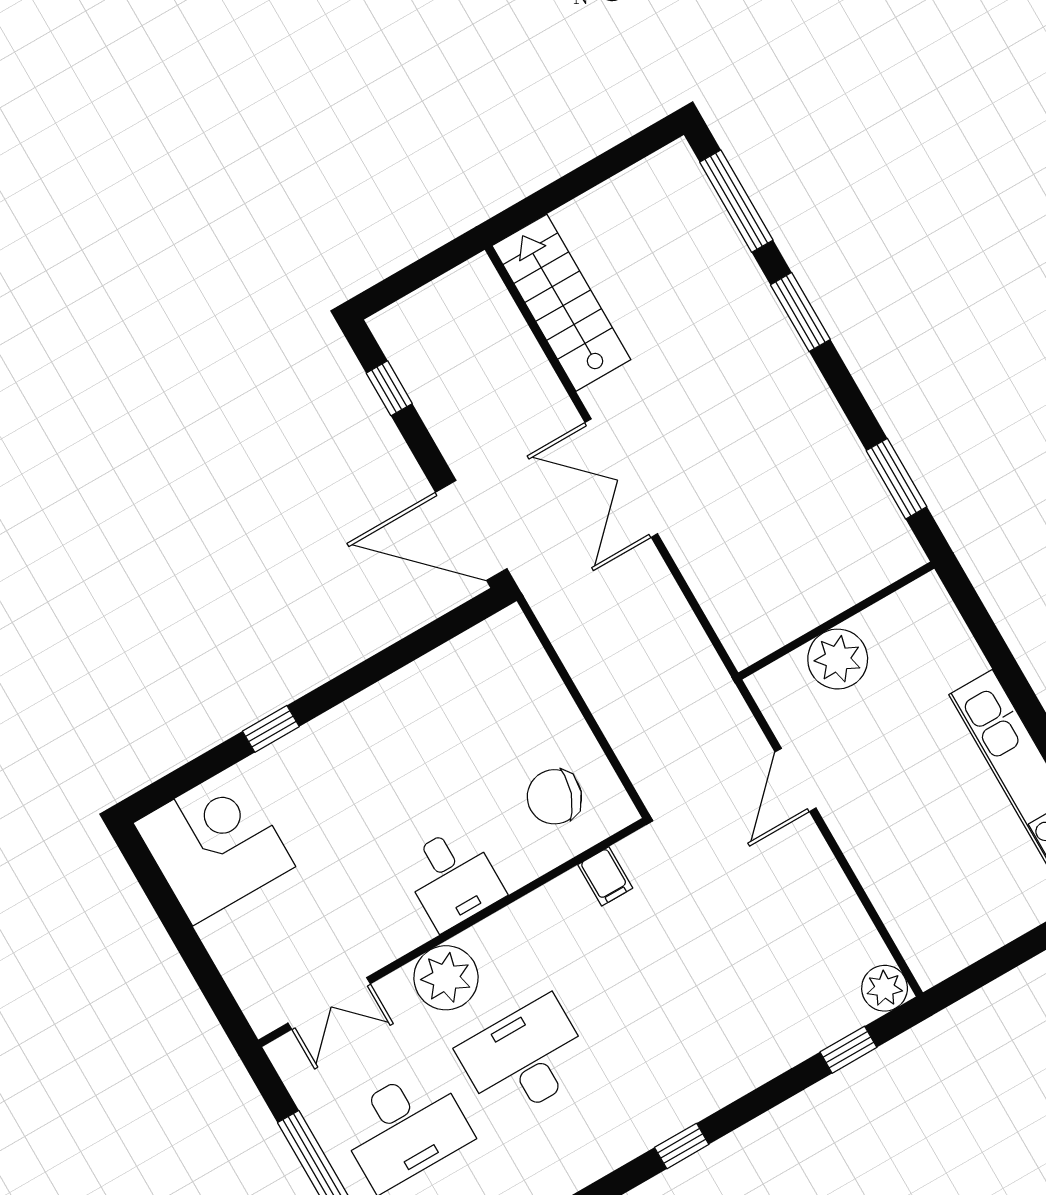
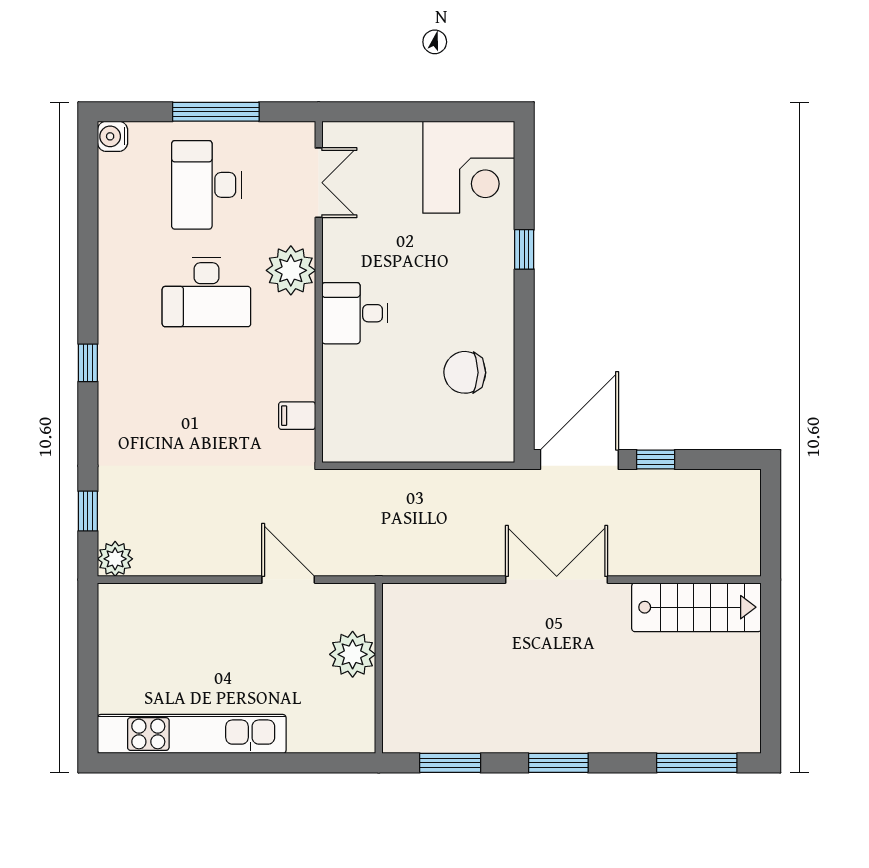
window: (800, 312) -> (558, 763), moved
window: (389, 388) -> (656, 459), moved
chair: (554, 797) -> (465, 372), moved, turned -108
double door: (329, 1003) -> (319, 183), swing flipped
desk: (525, 1059) -> (206, 292), turned 90

